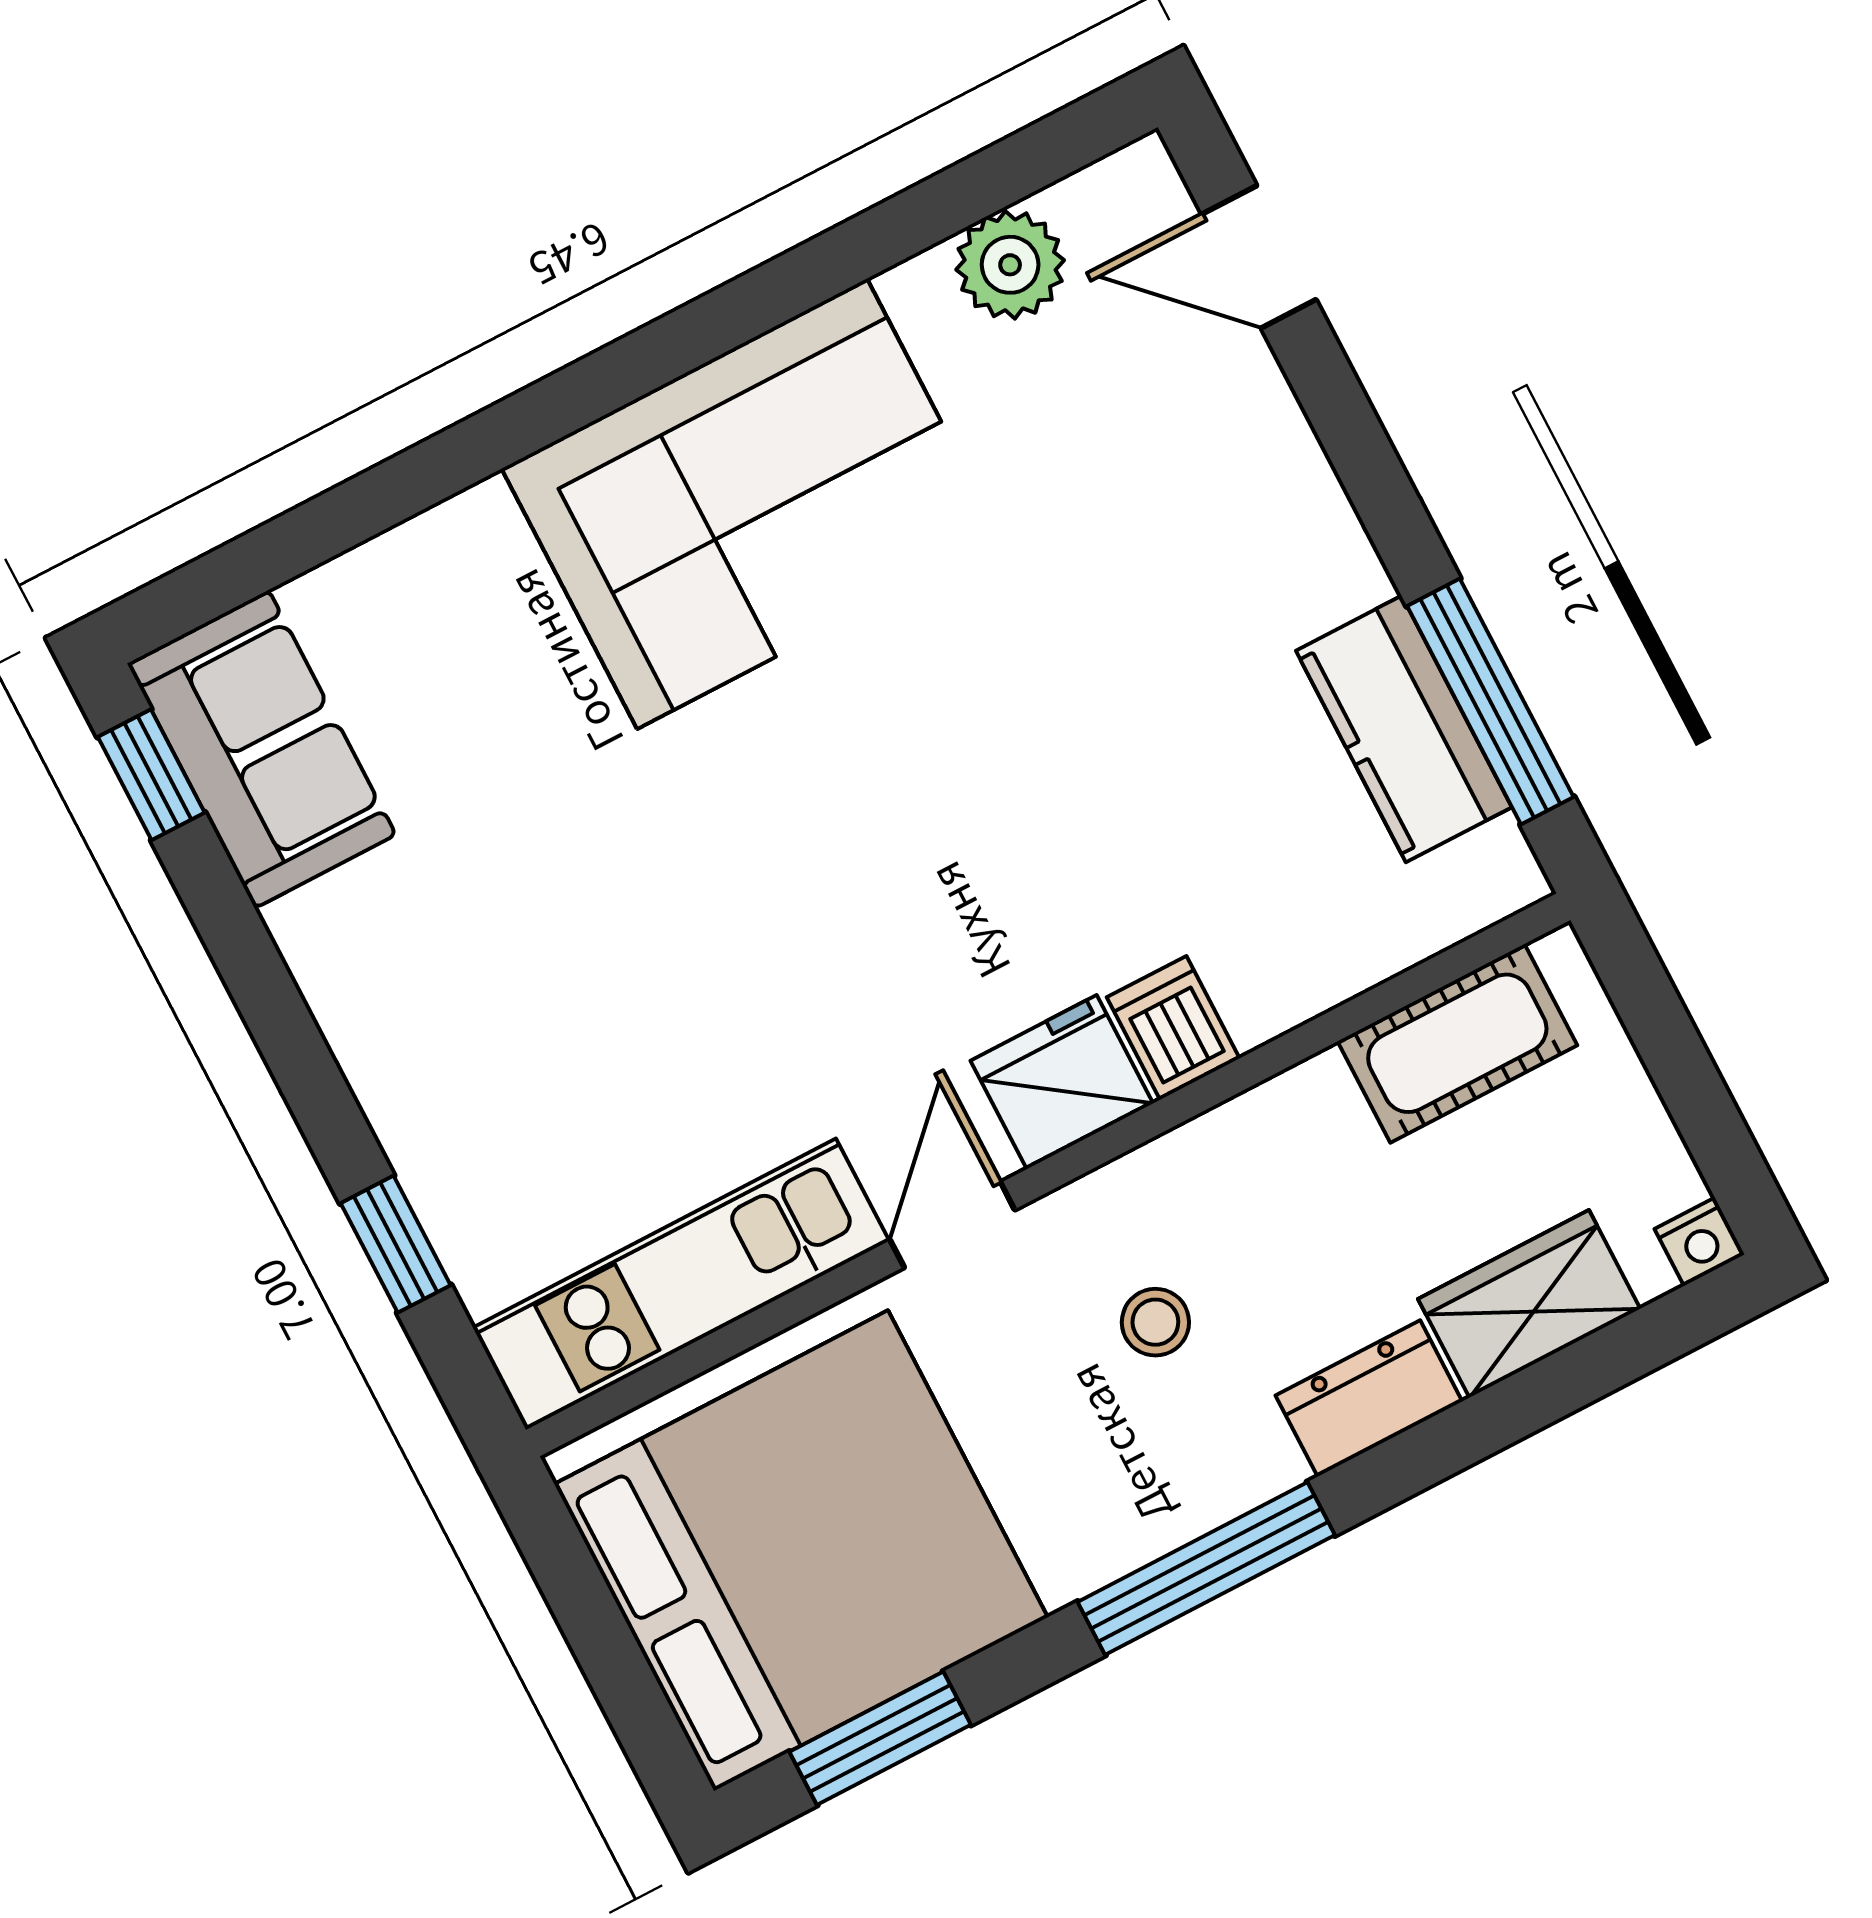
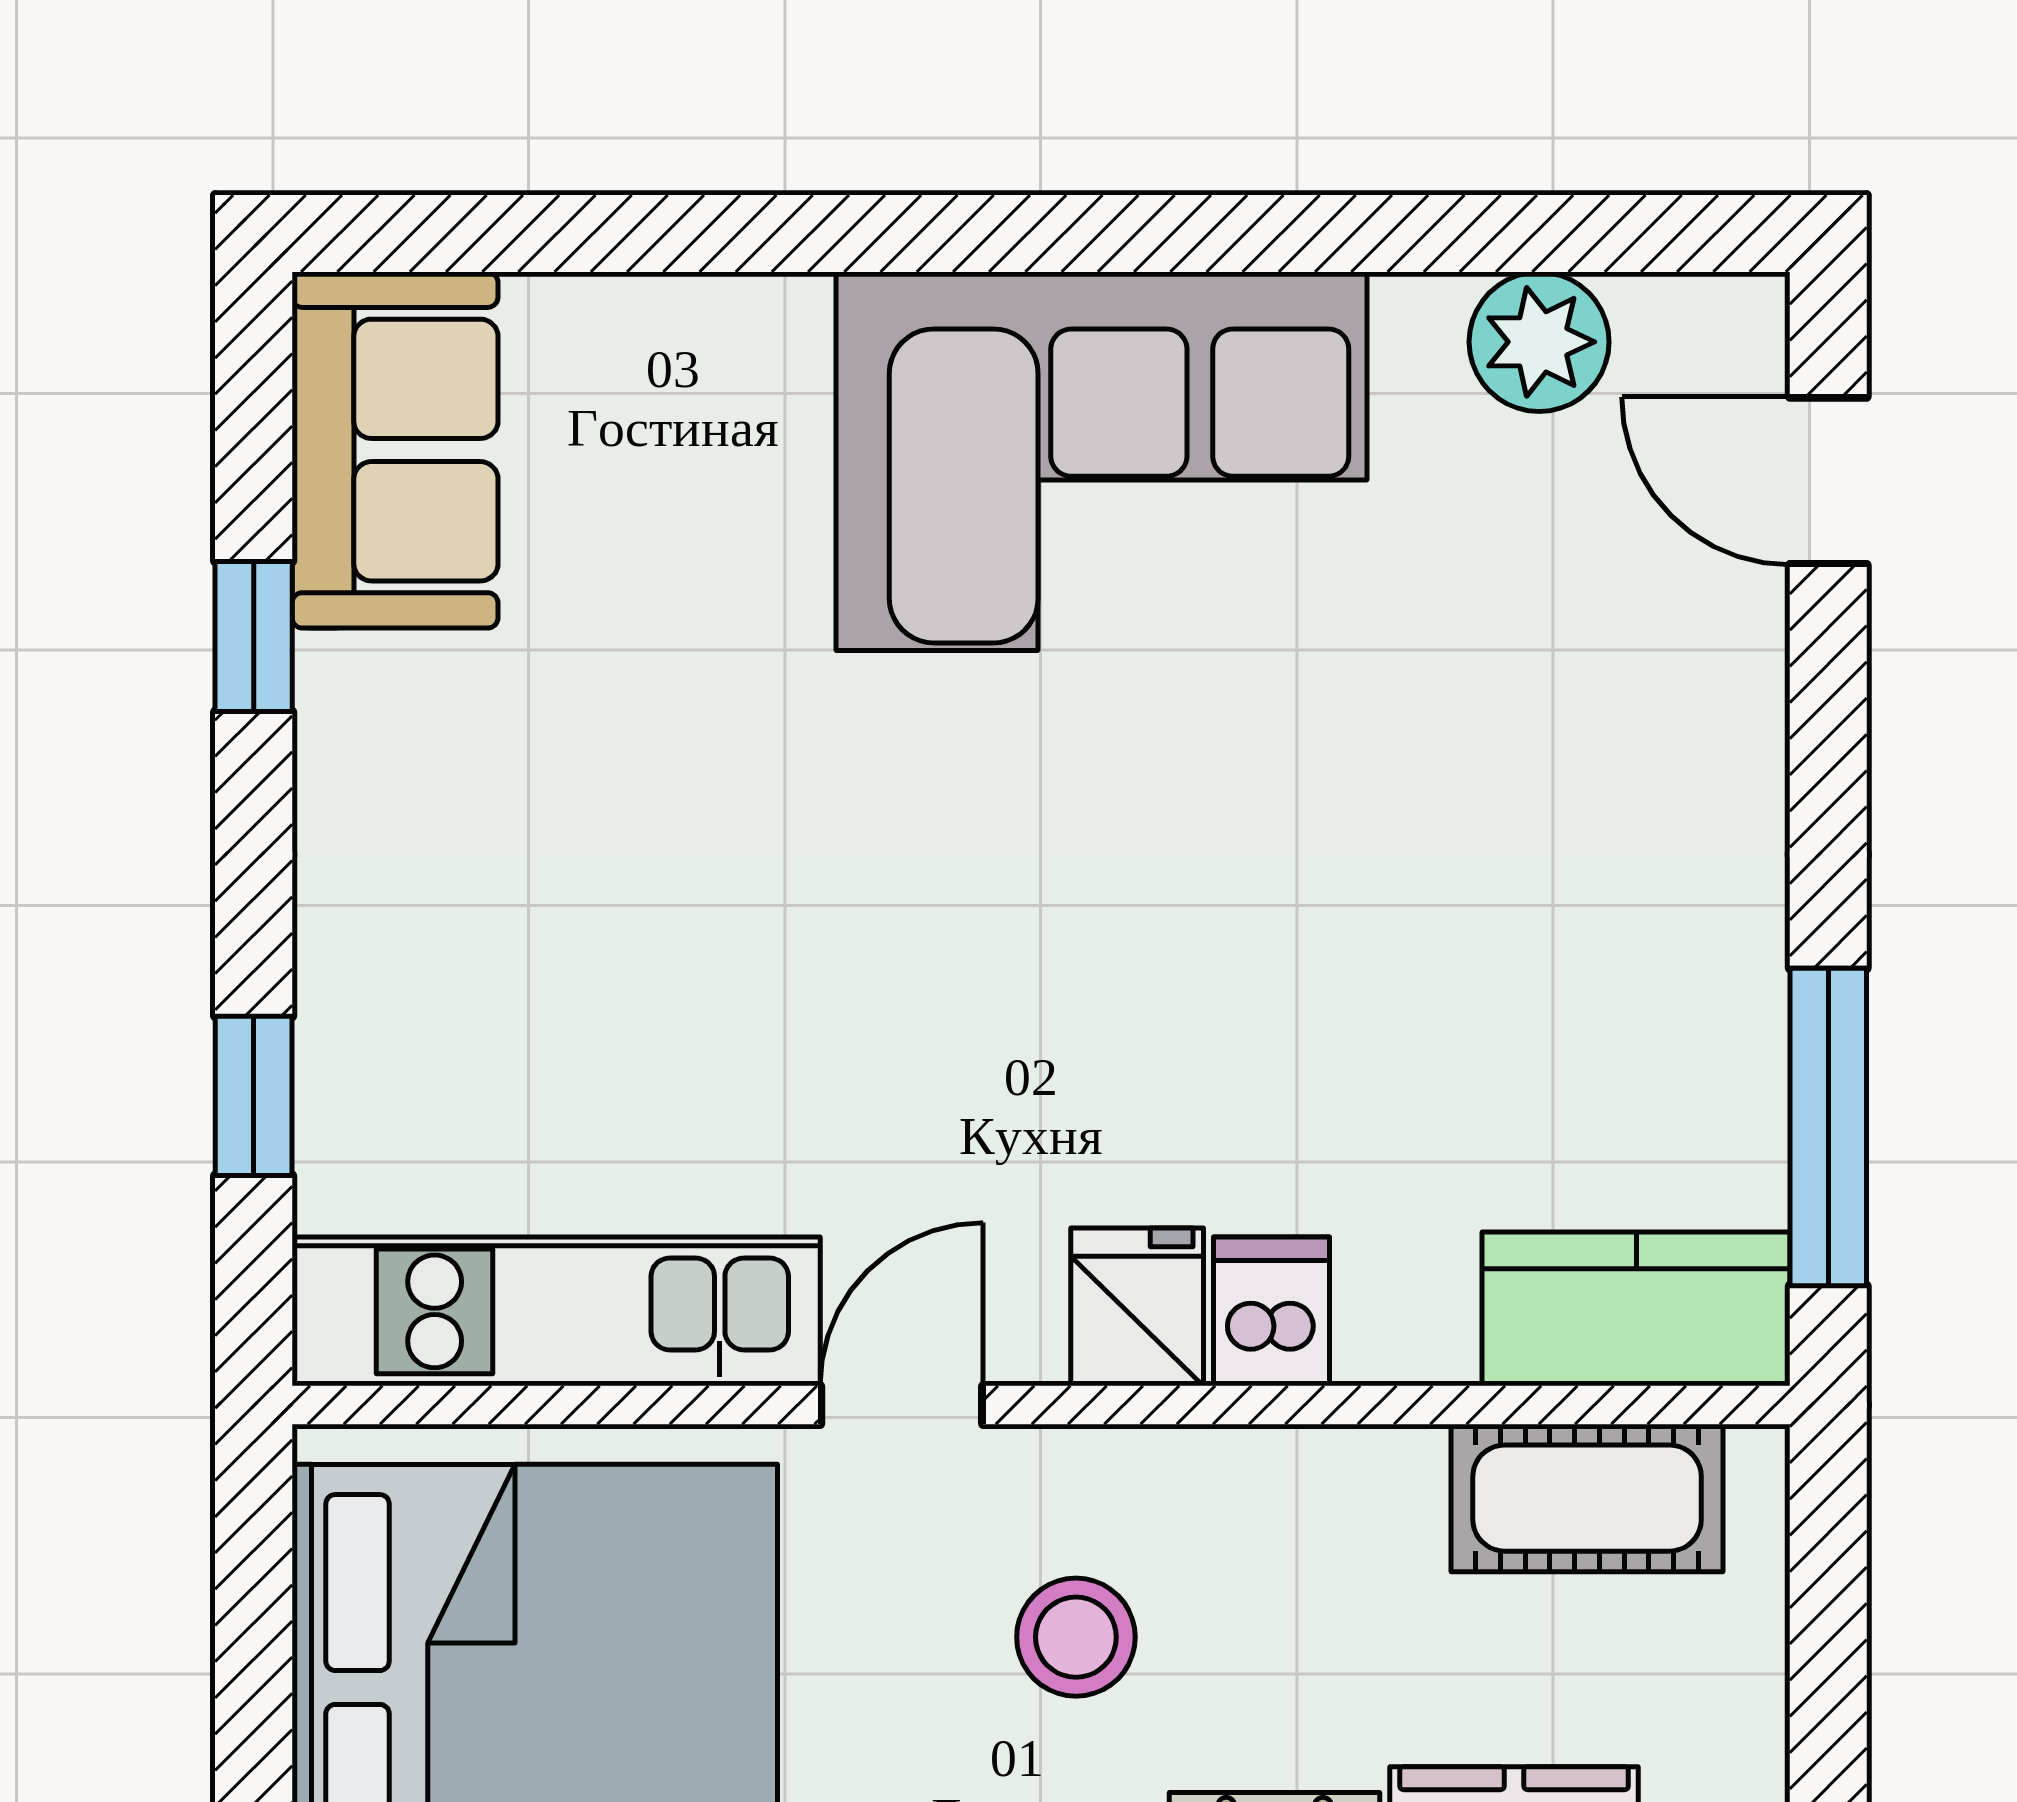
kitchen counter: (1404, 729) -> (1636, 1309), moved, turned 90
window: (151, 775) -> (254, 637), moved
fridge: (1062, 1082) -> (1137, 1307), width x0.72
stool: (1155, 1322) -> (1076, 1637), width x1.37, depth x1.37

